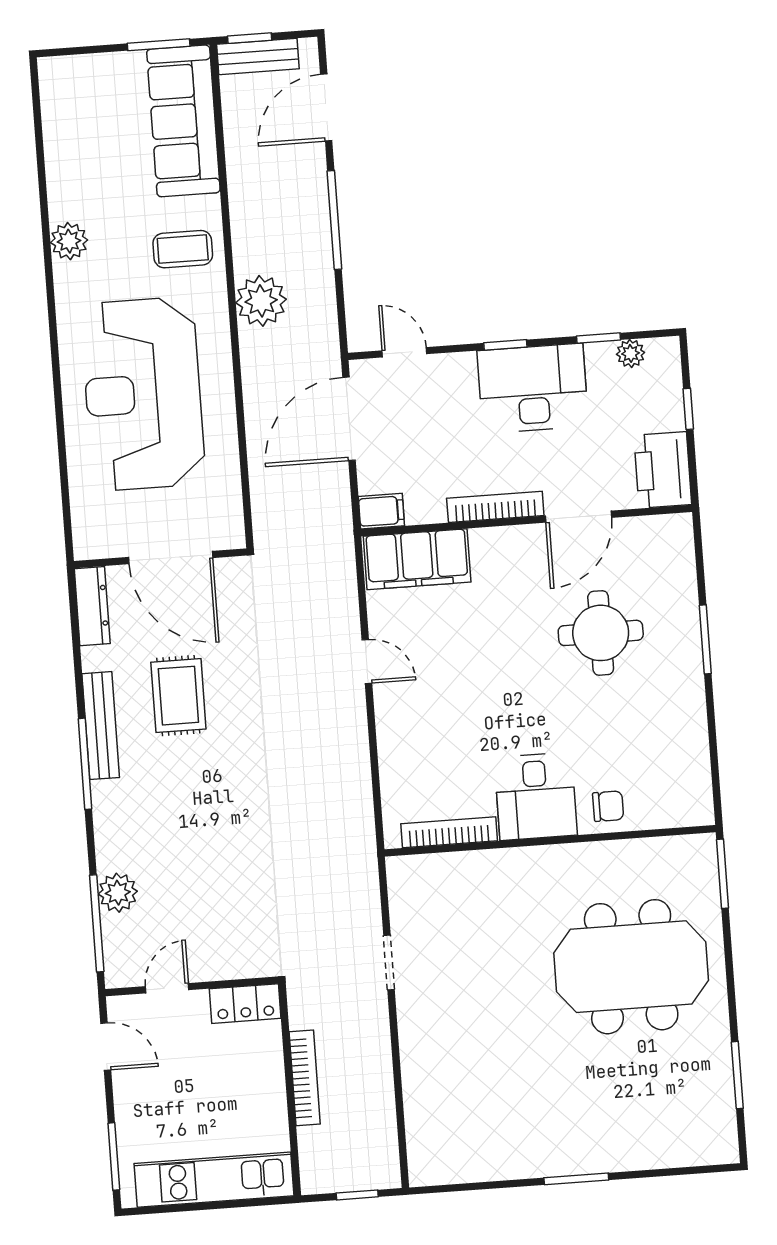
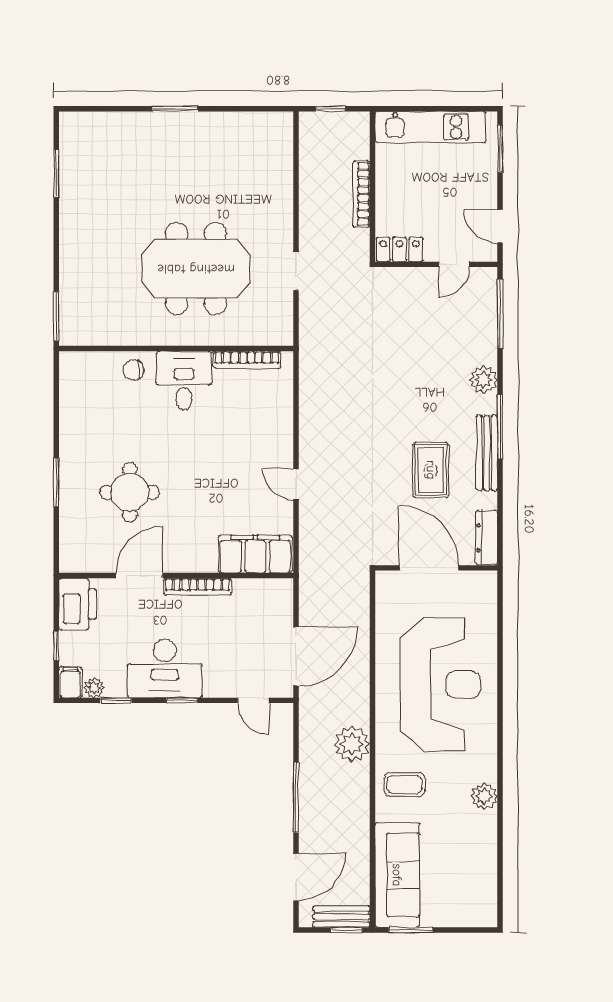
filing cabinet: (381, 511) -> (70, 682), moved, turned 90
plant: (118, 893) -> (484, 380), moved
meeting table: (631, 967) -> (196, 269), moved

